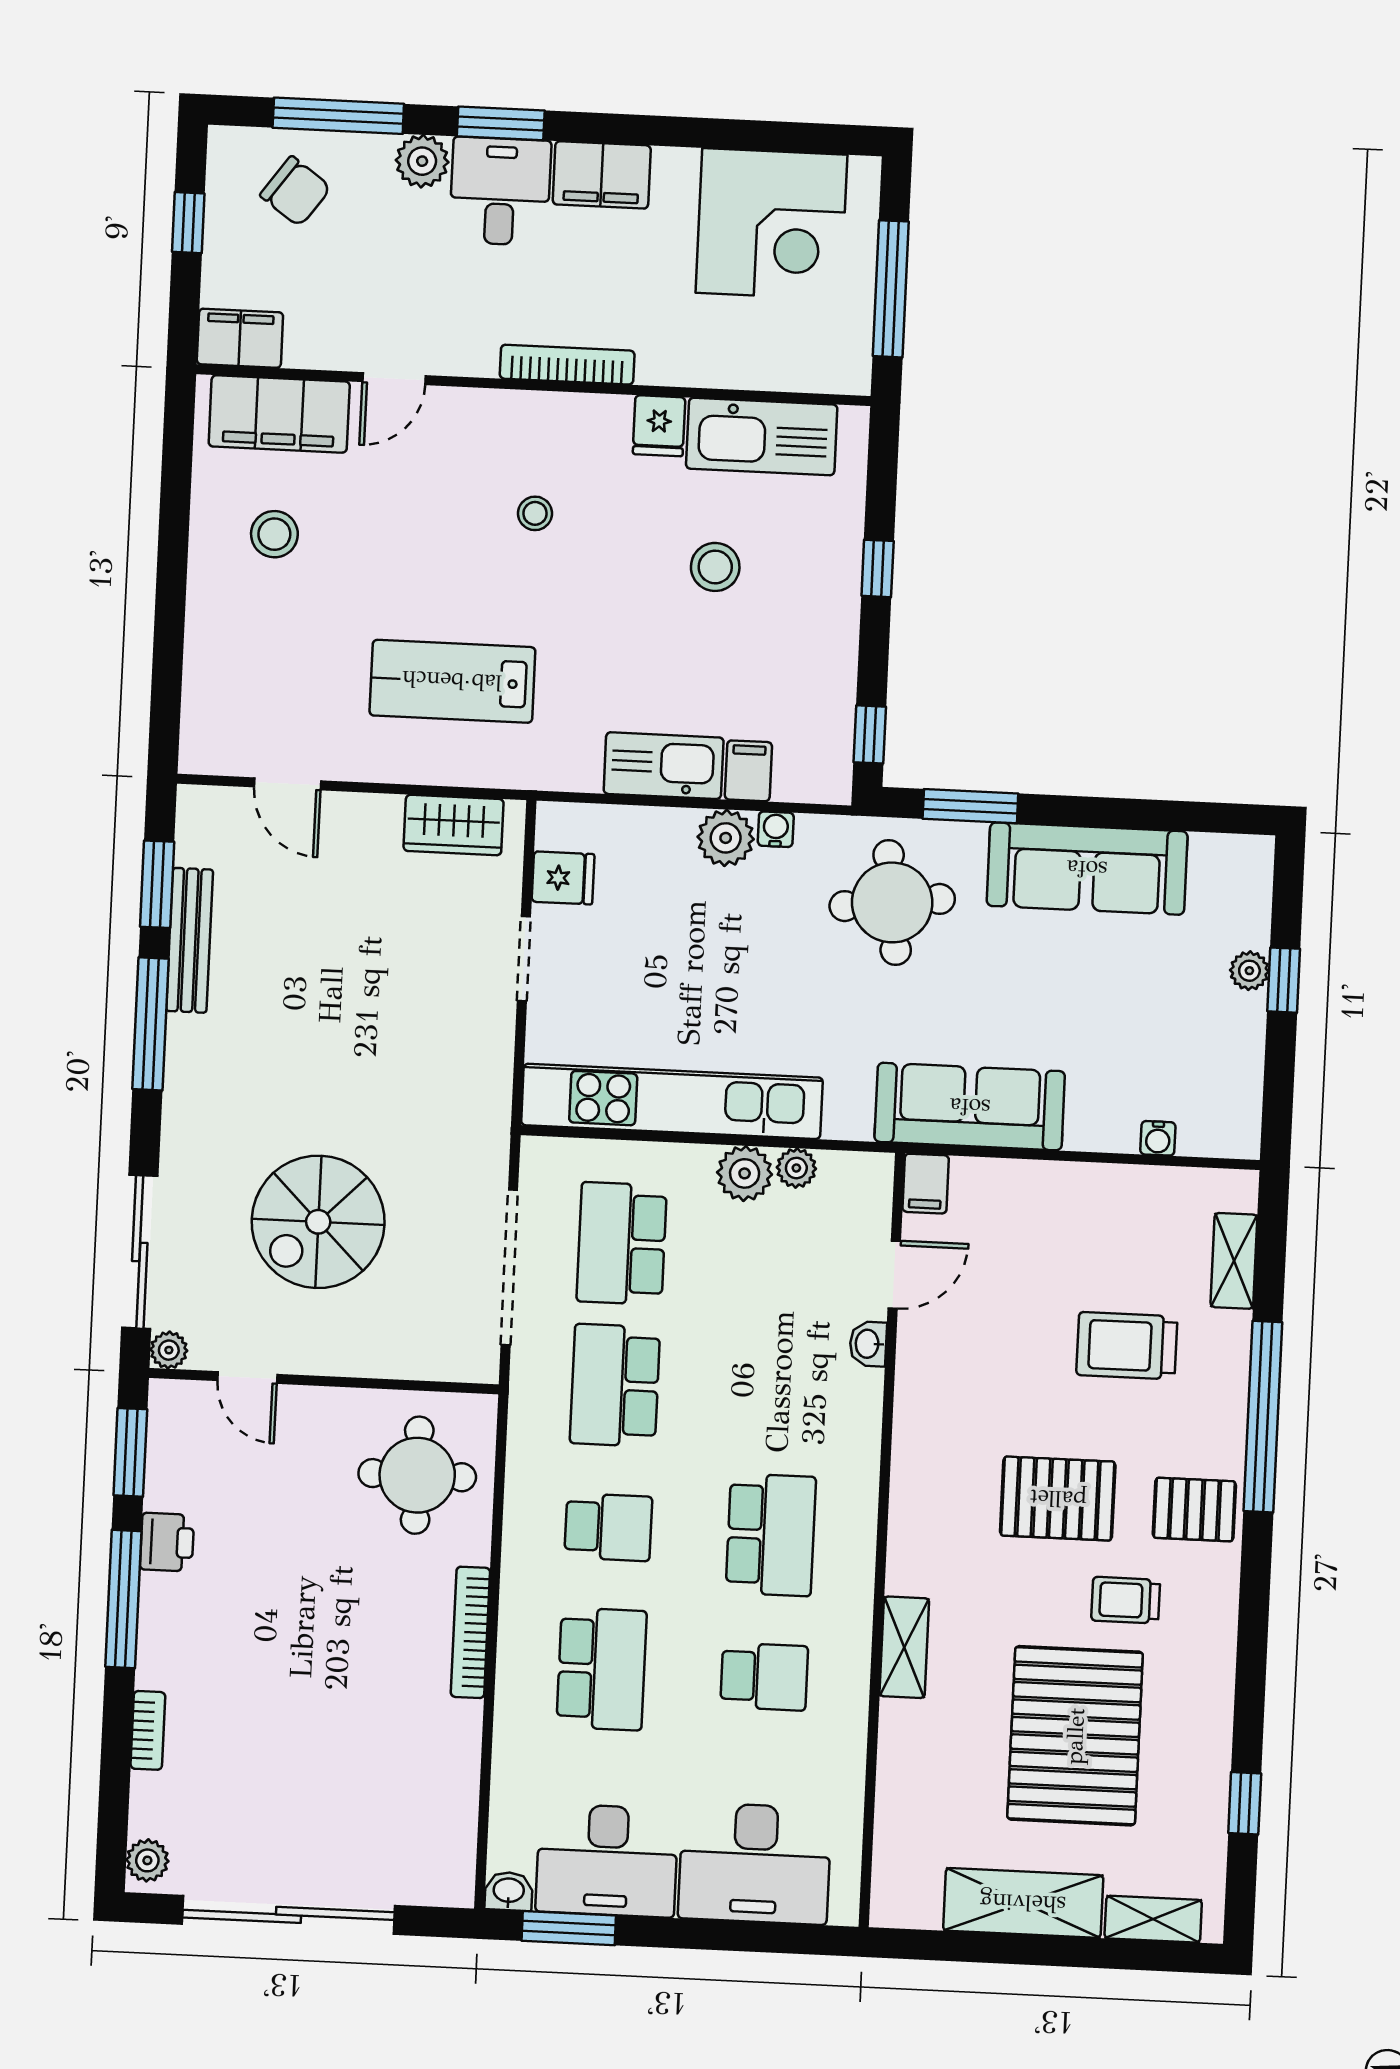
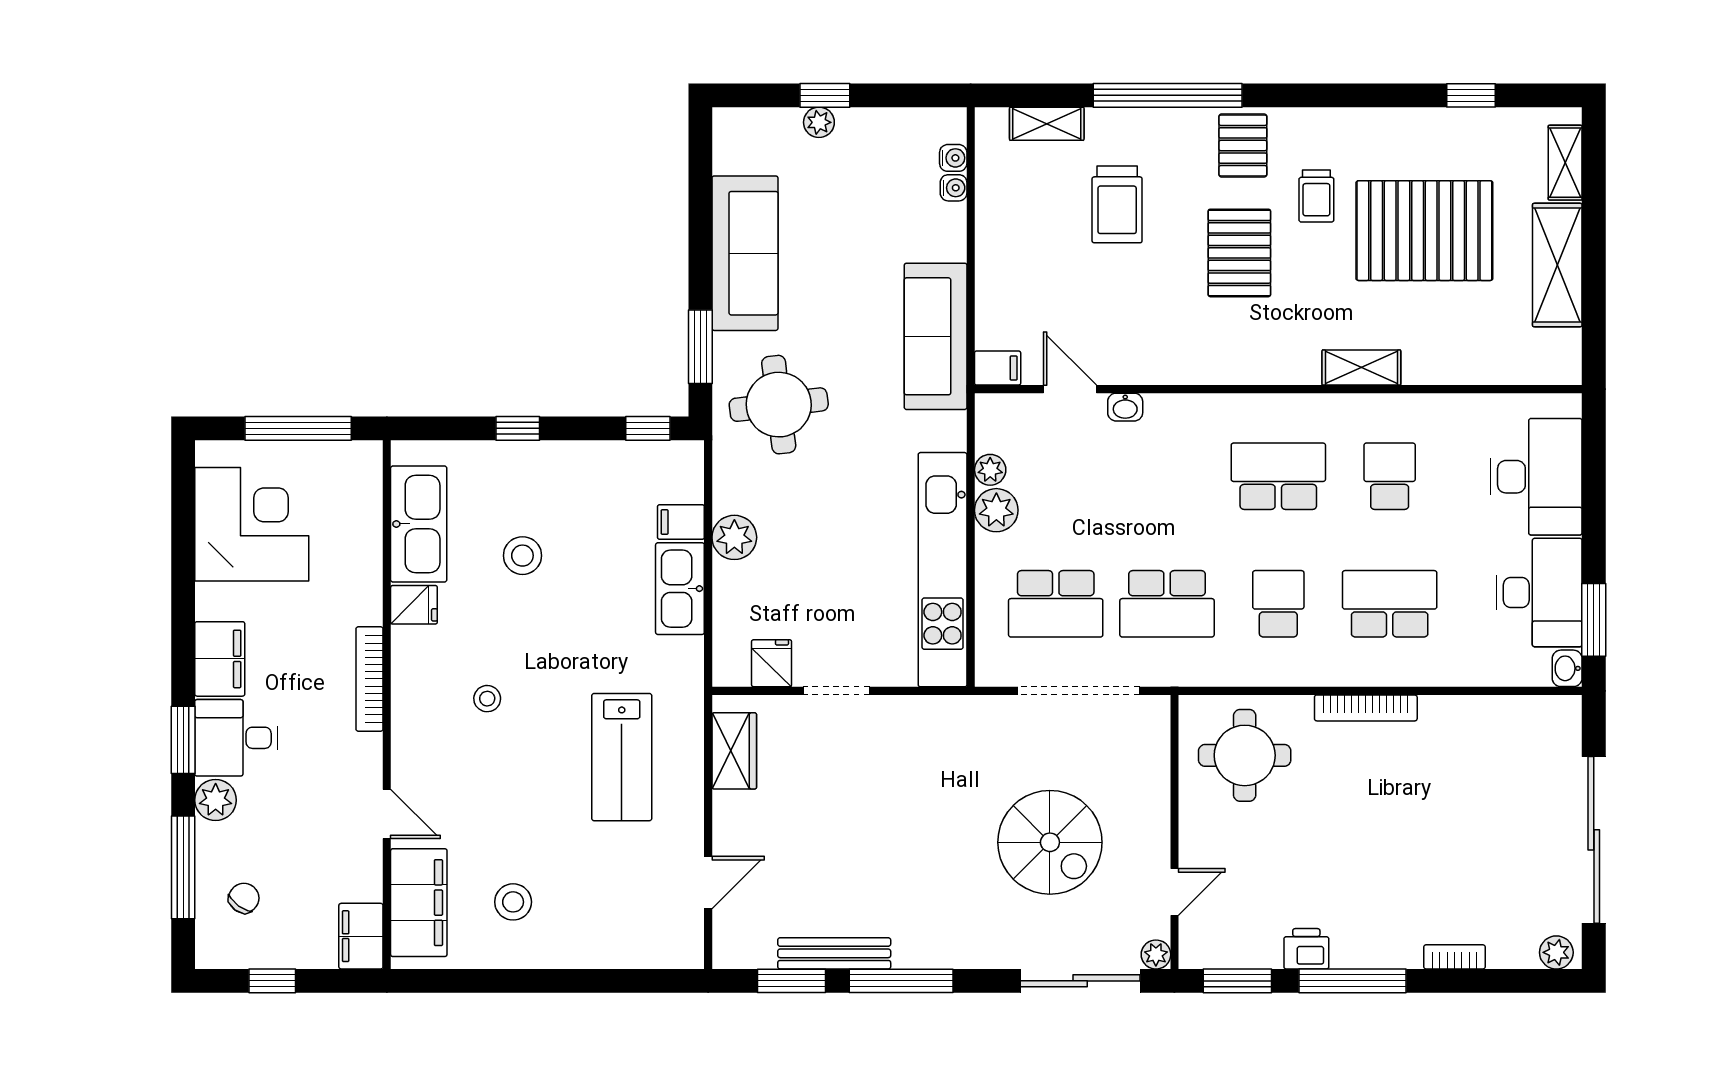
chair: (295, 191) -> (244, 898), width x0.73, depth x0.73
water cooler: (776, 829) -> (953, 158), moved, turned 180

